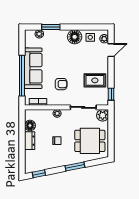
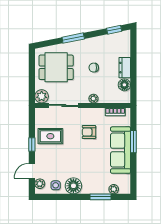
window: (22, 76) -> (133, 142), width x0.47
window: (111, 94) -> (32, 144), moved

